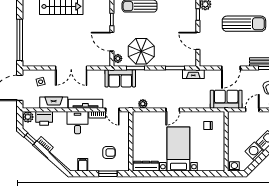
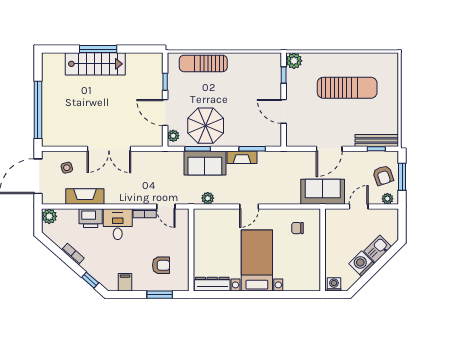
fireplace: (193, 74) -> (242, 157), moved
sofa: (120, 78) -> (205, 163), moved
tv unit: (85, 104) -> (129, 198), removed
printer: (44, 118) -> (91, 218), moved
window: (30, 139) -> (90, 280), moved

